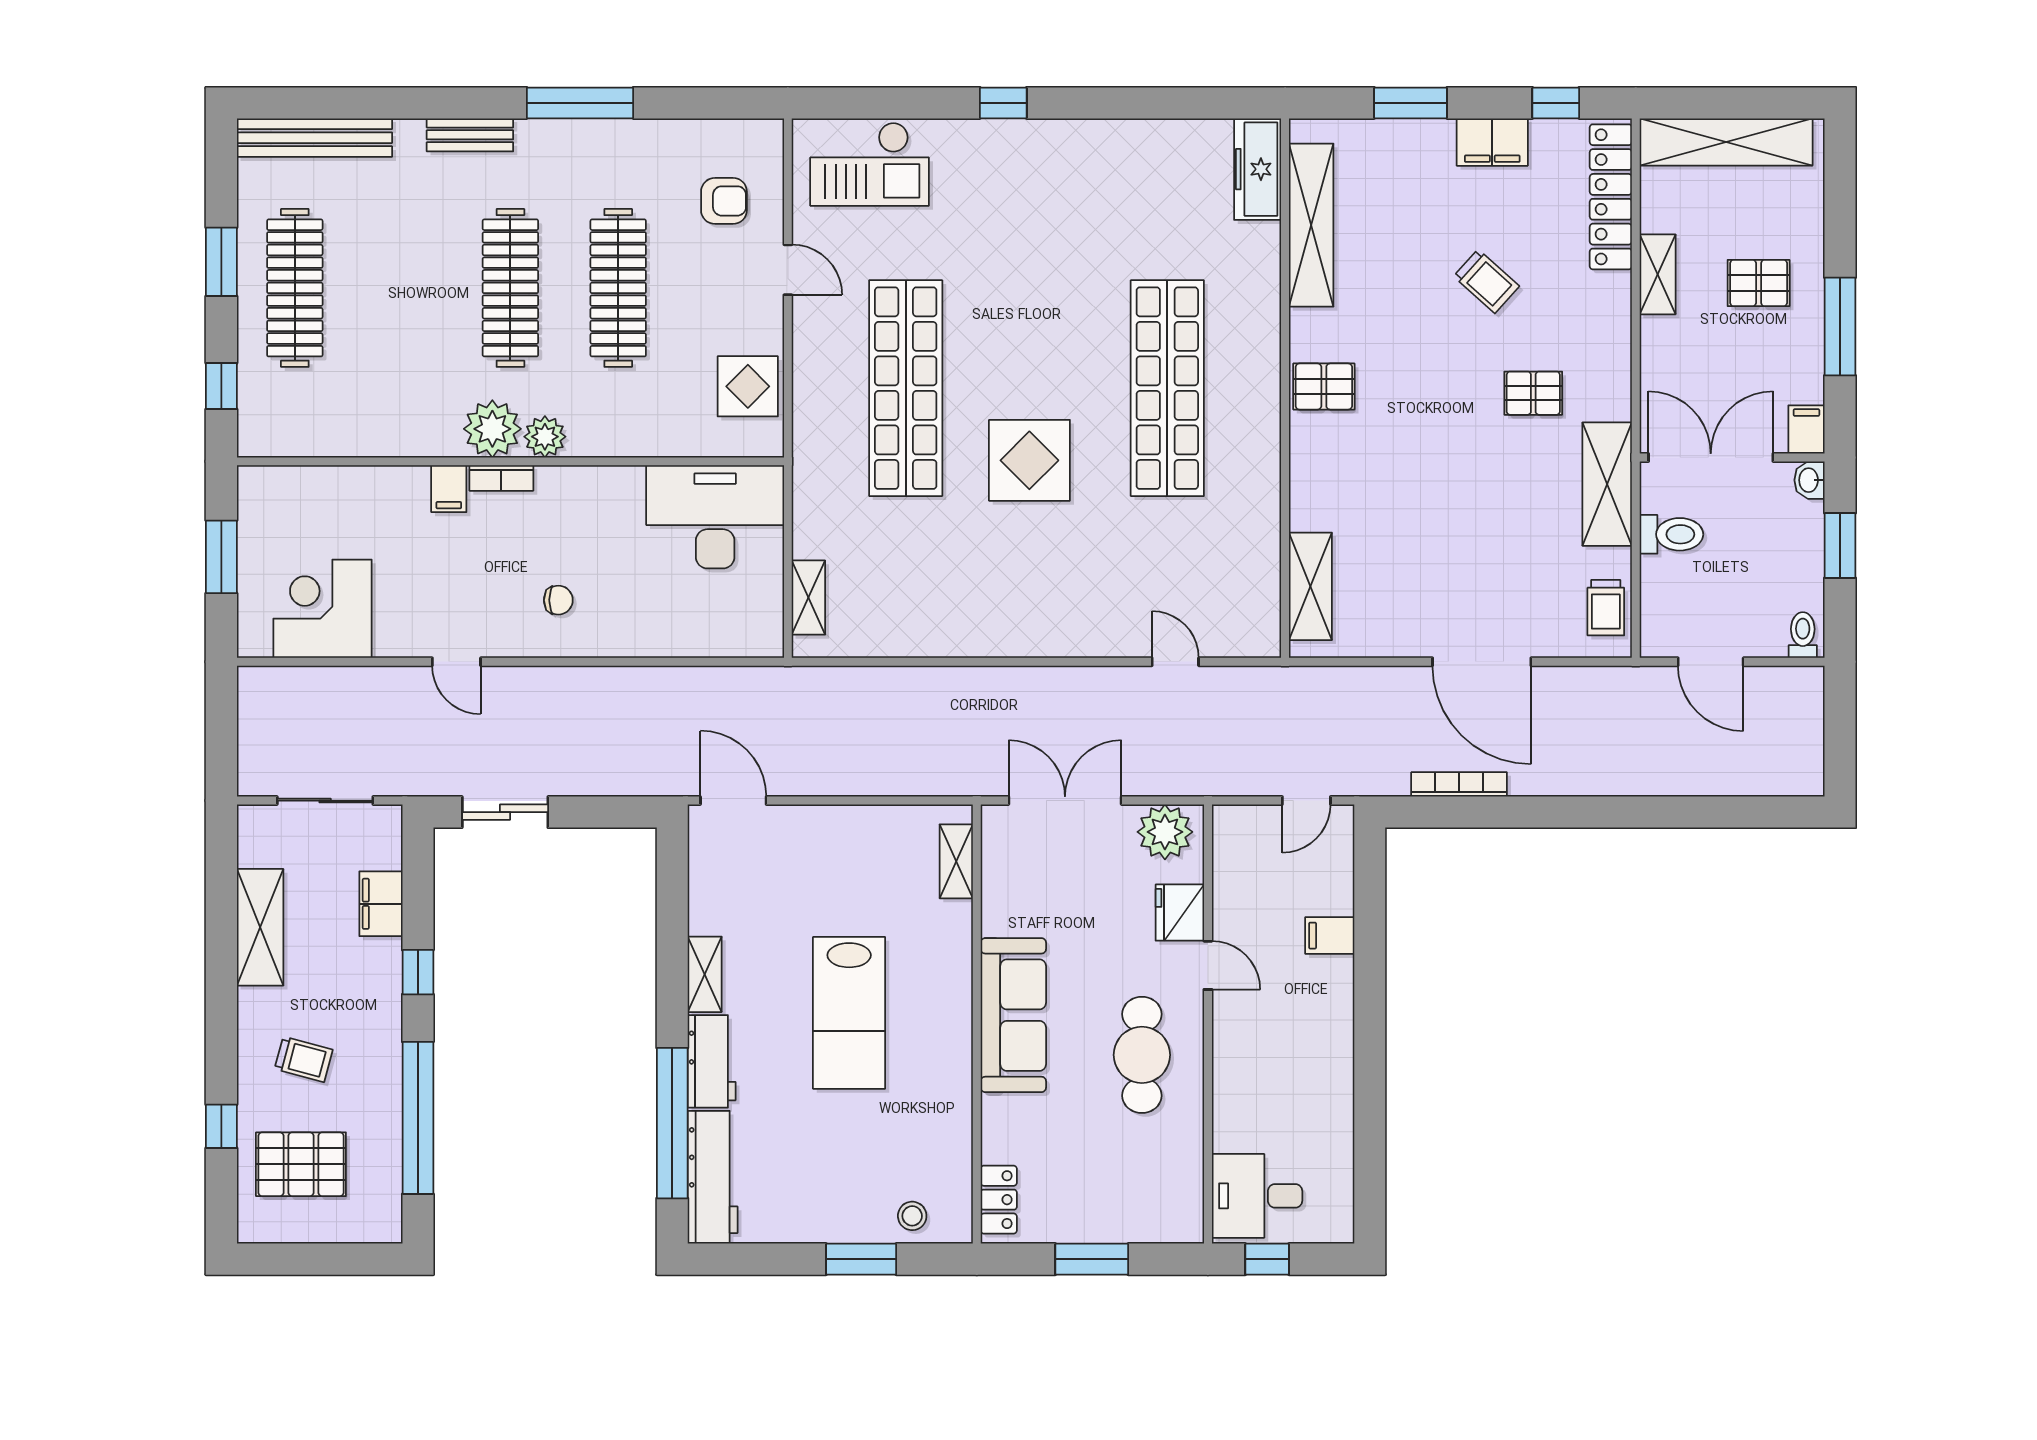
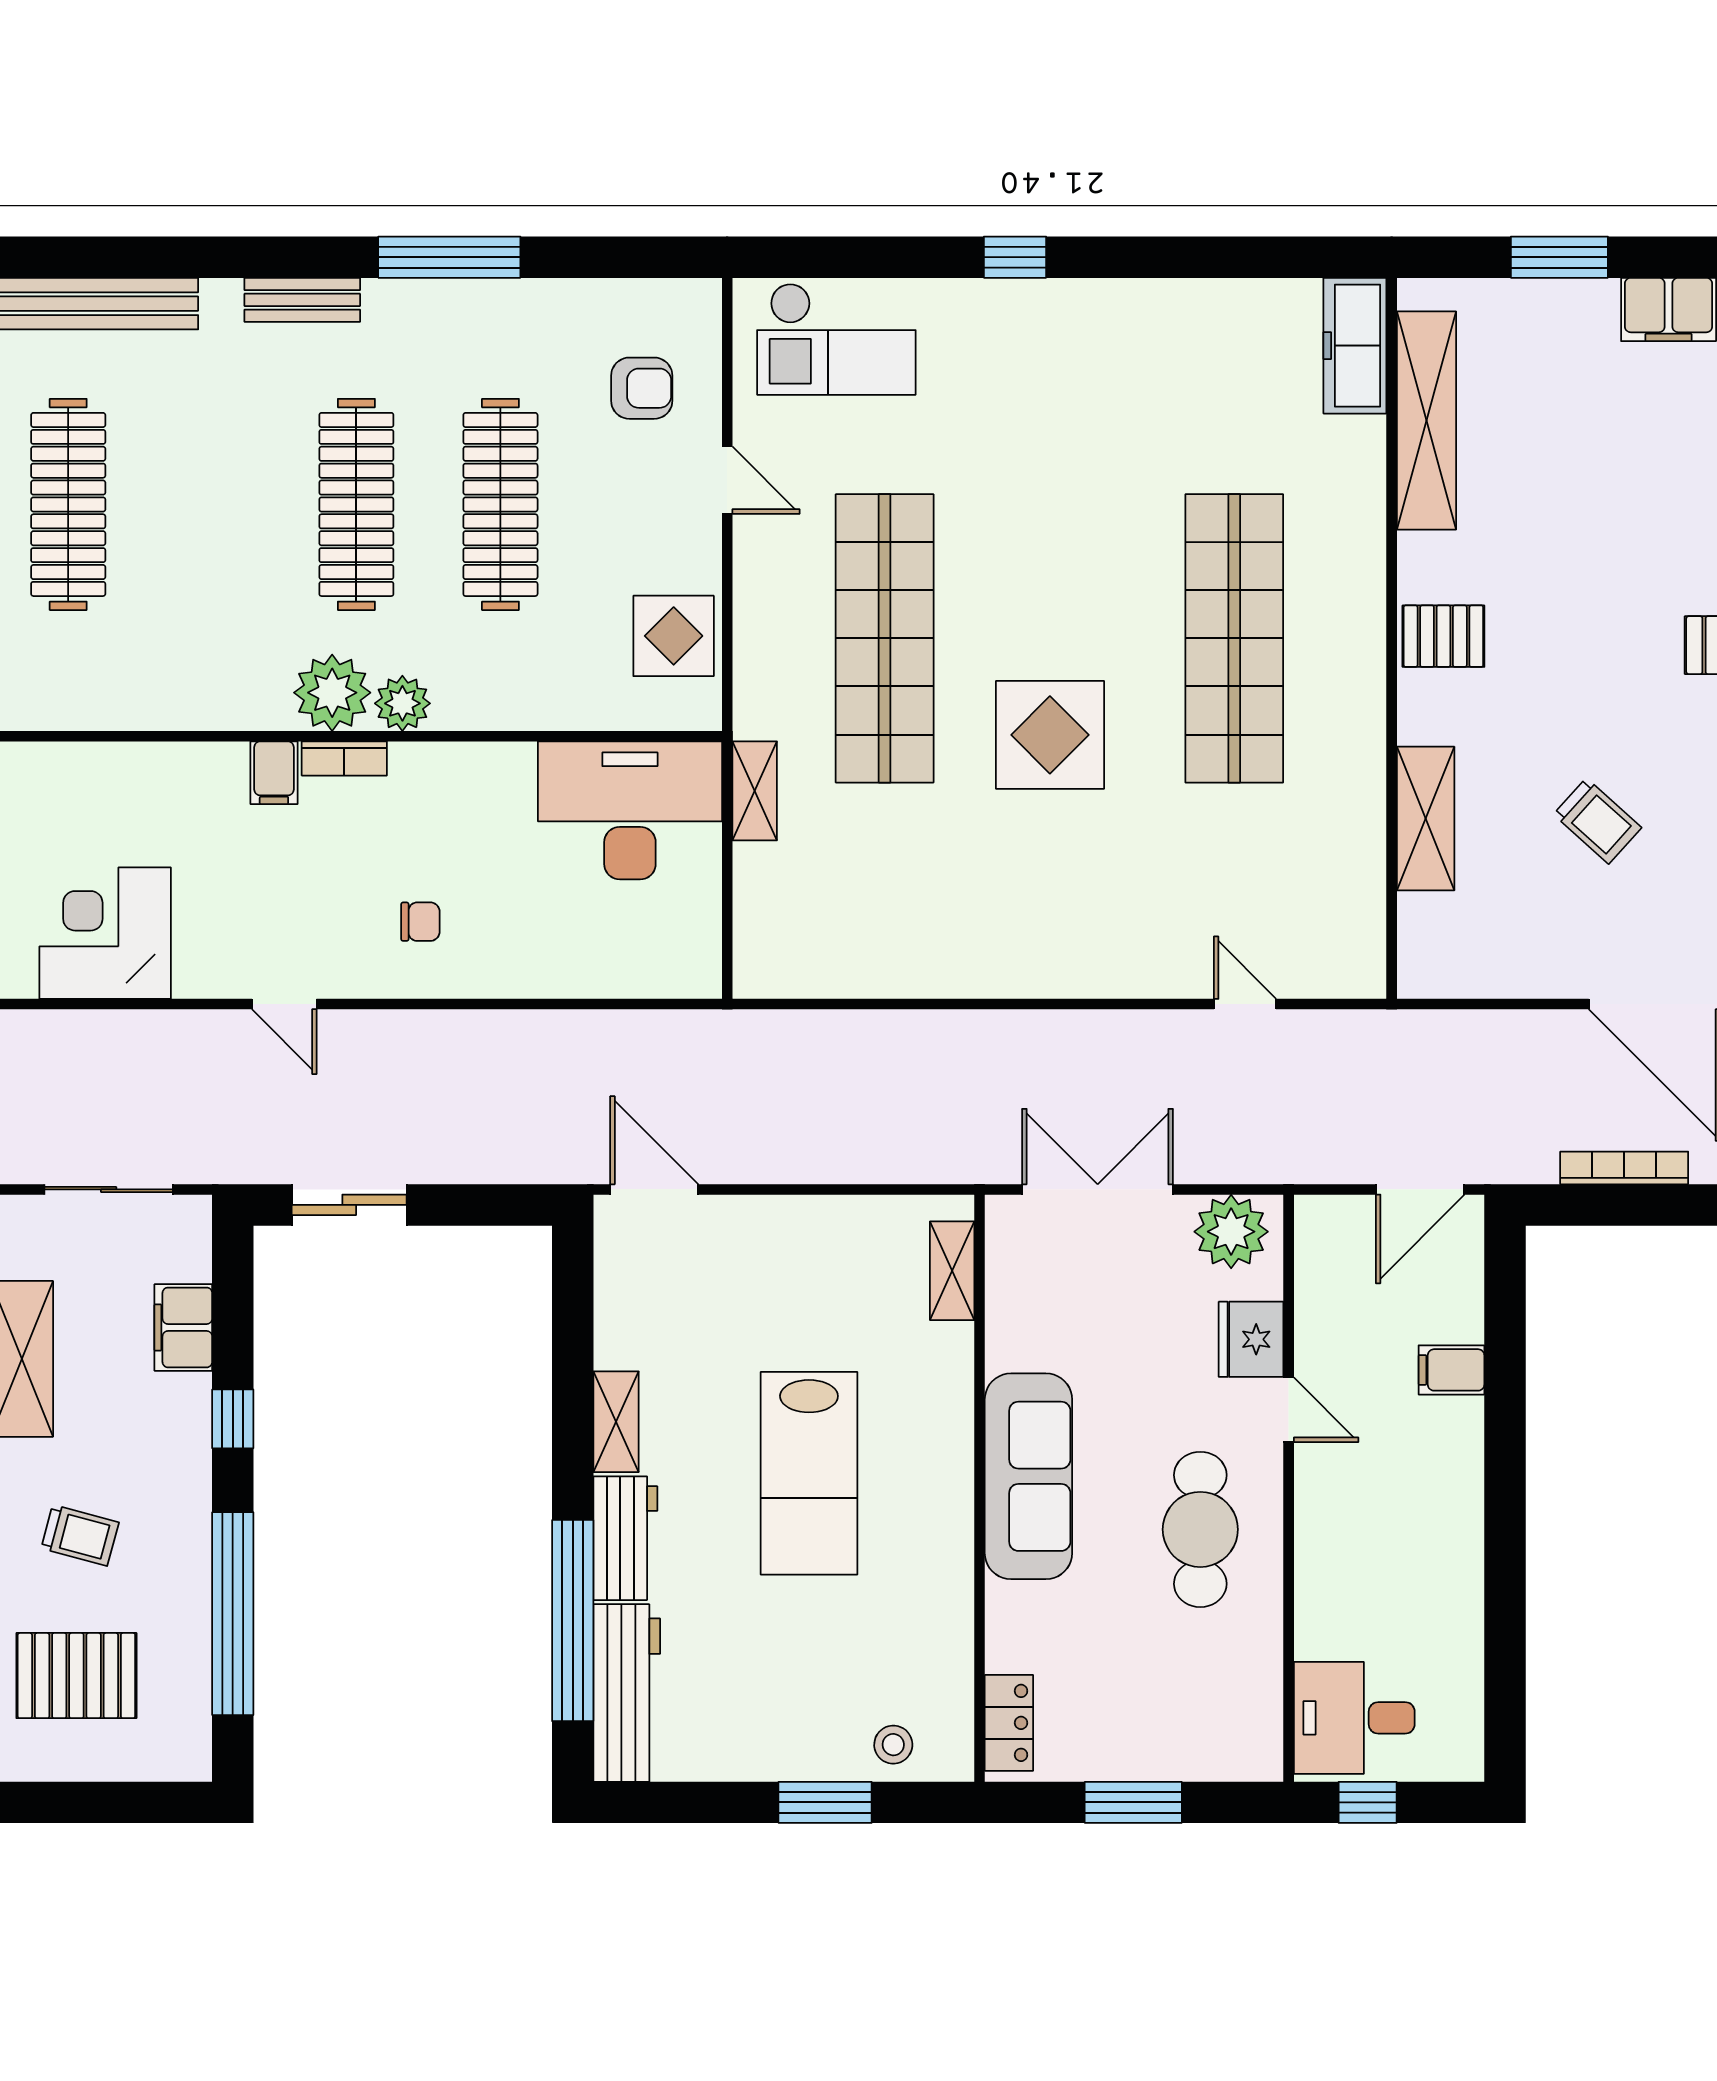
trolley: (1486, 281) -> (1597, 821), moved
shelving: (1310, 586) -> (1426, 819), moved
shelving: (808, 598) -> (755, 791), moved
door: (1306, 801) -> (1420, 1189), width x1.38

